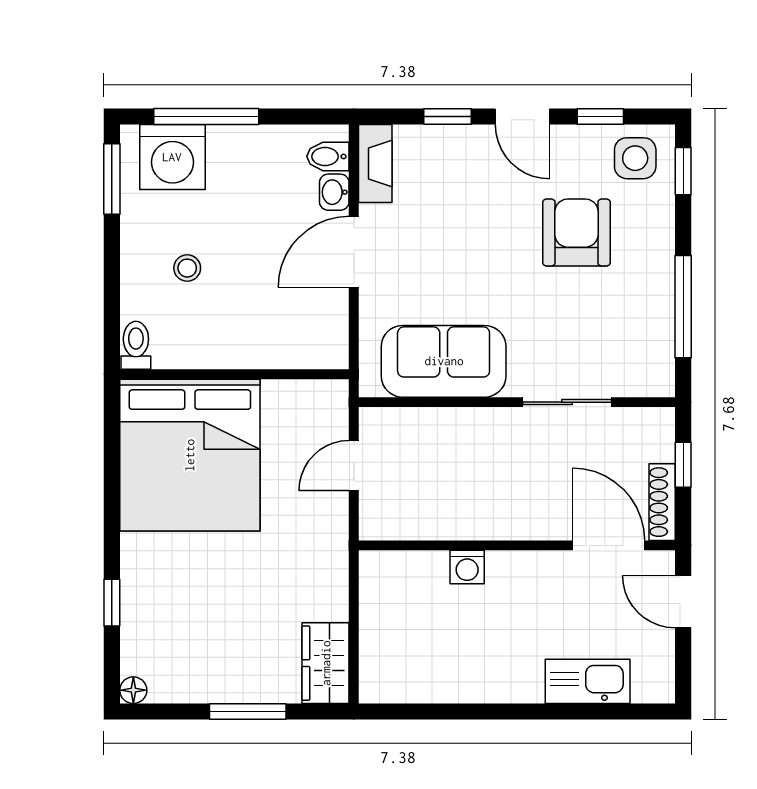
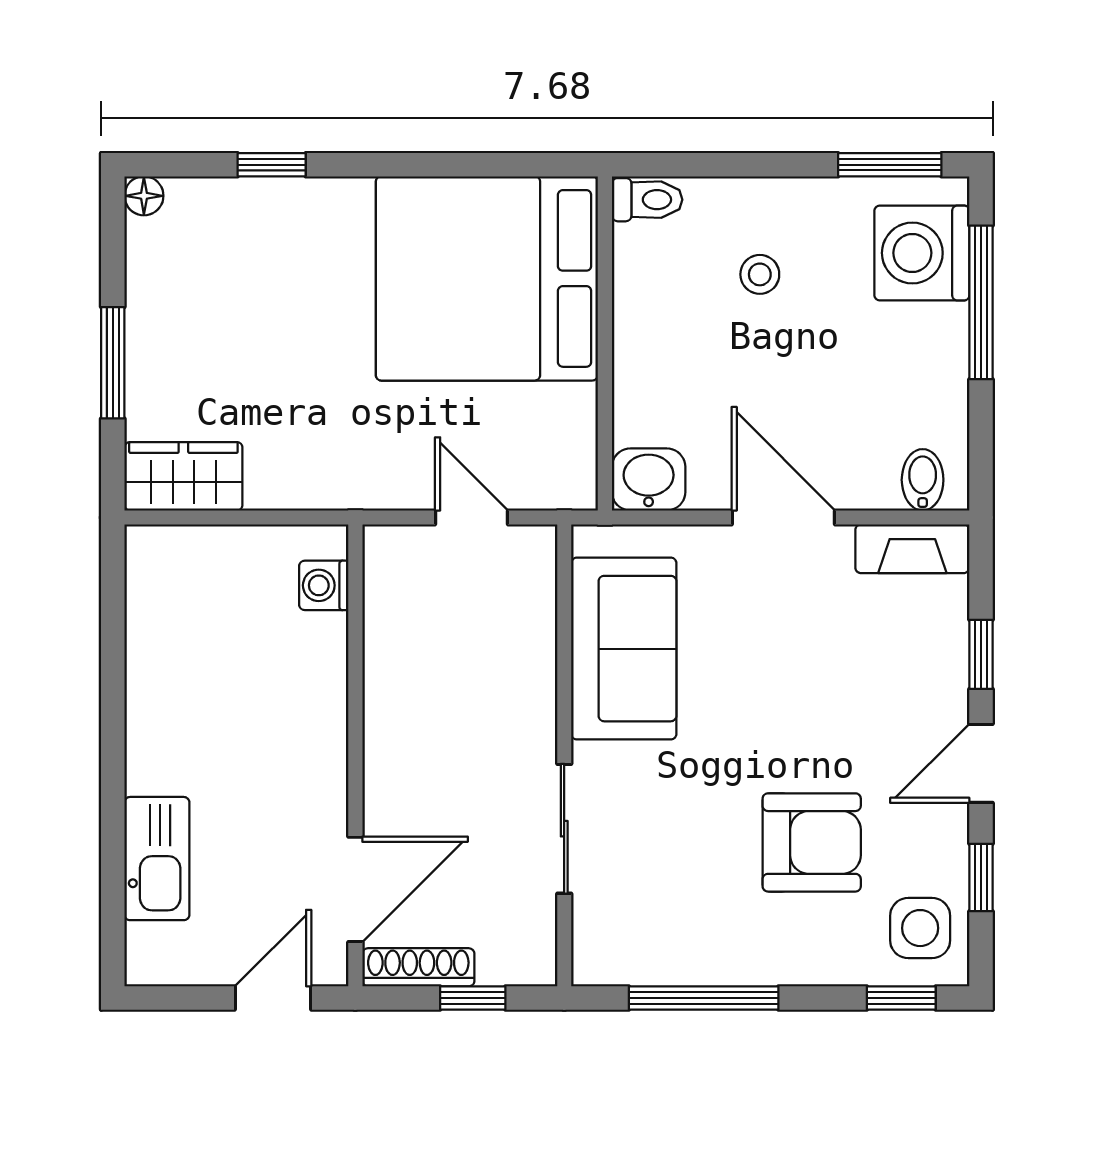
washbasin: (334, 192) -> (649, 479), moved, width x1.38, depth x1.45
washing machine: (467, 567) -> (324, 585), moved

